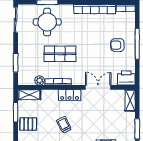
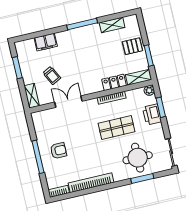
printer: (126, 78) -> (152, 114), moved, turned 90
plant: (39, 80) -> (149, 90), moved
double door: (98, 87) -> (68, 102), swing flipped
locker: (70, 95) -> (114, 82), moved
trolley: (64, 125) -> (52, 76), moved

